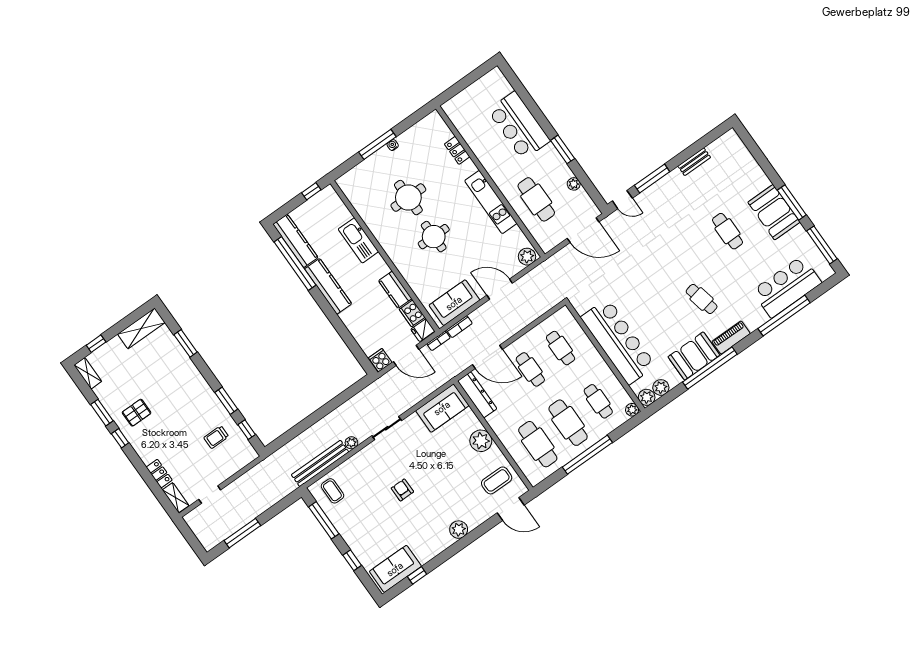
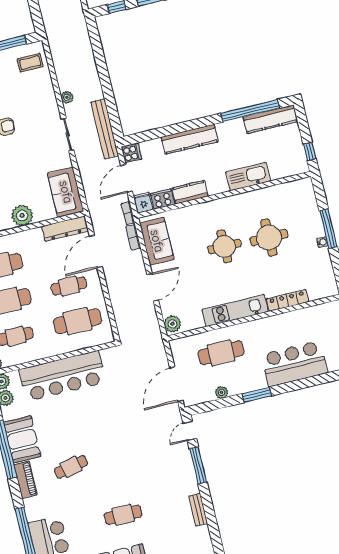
locker: (457, 150) -> (287, 300), width x1.53
kitchen counter: (328, 286) -> (190, 139), moved
cafe table: (561, 348) -> (77, 321), width x1.37, depth x1.35
bench: (320, 463) -> (105, 129), moved

